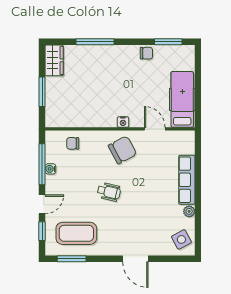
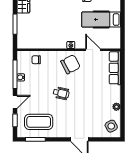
hospital bed: (182, 99) -> (101, 20), moved, turned -90
row of seats: (187, 180) -> (115, 68), moved

